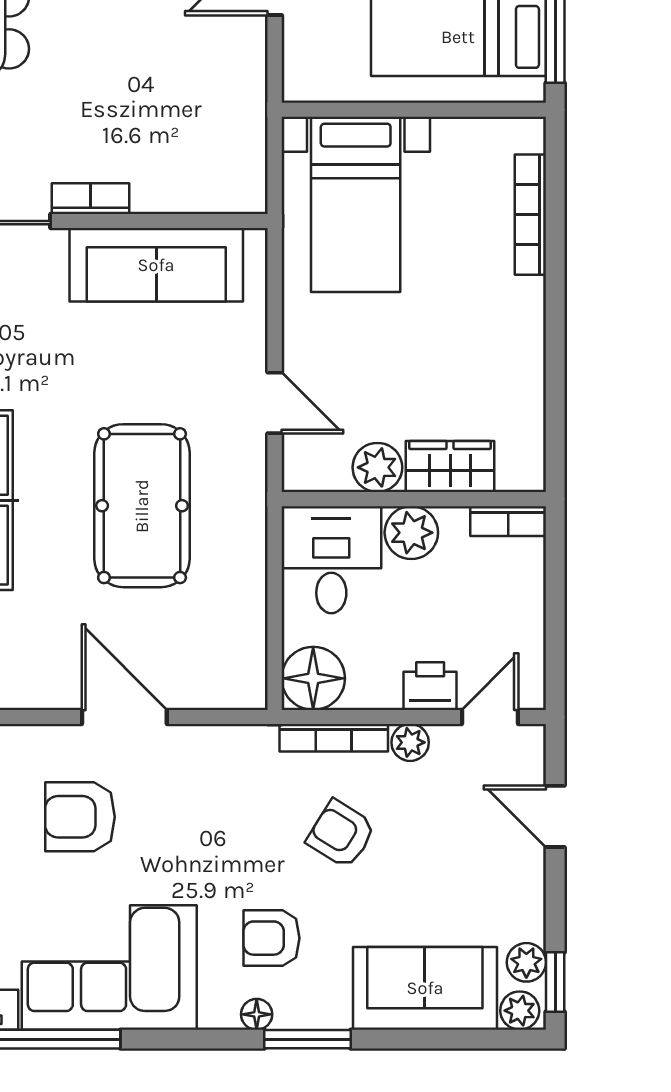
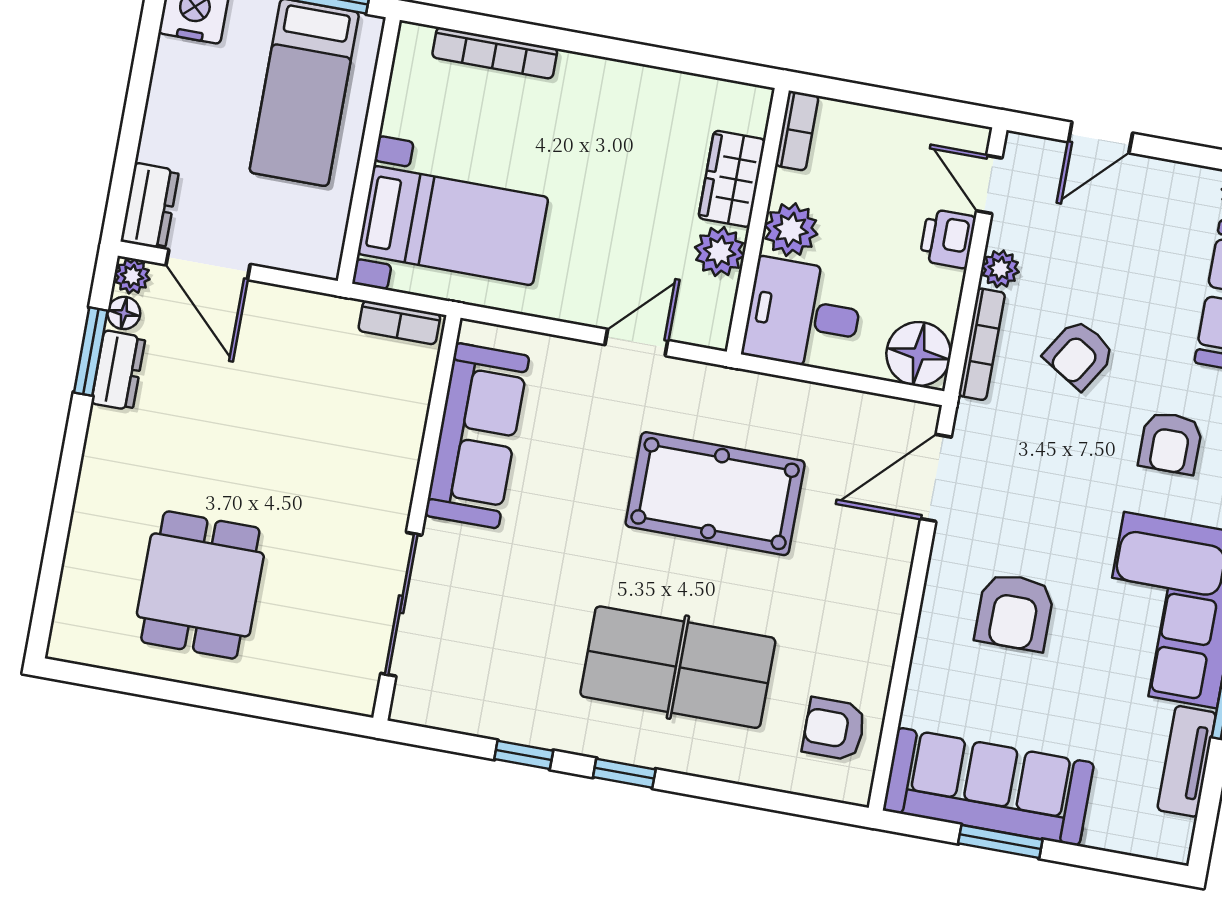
bookcase: (91, 199) -> (399, 323), moved, turned -90
door: (124, 717) -> (936, 478), moved

